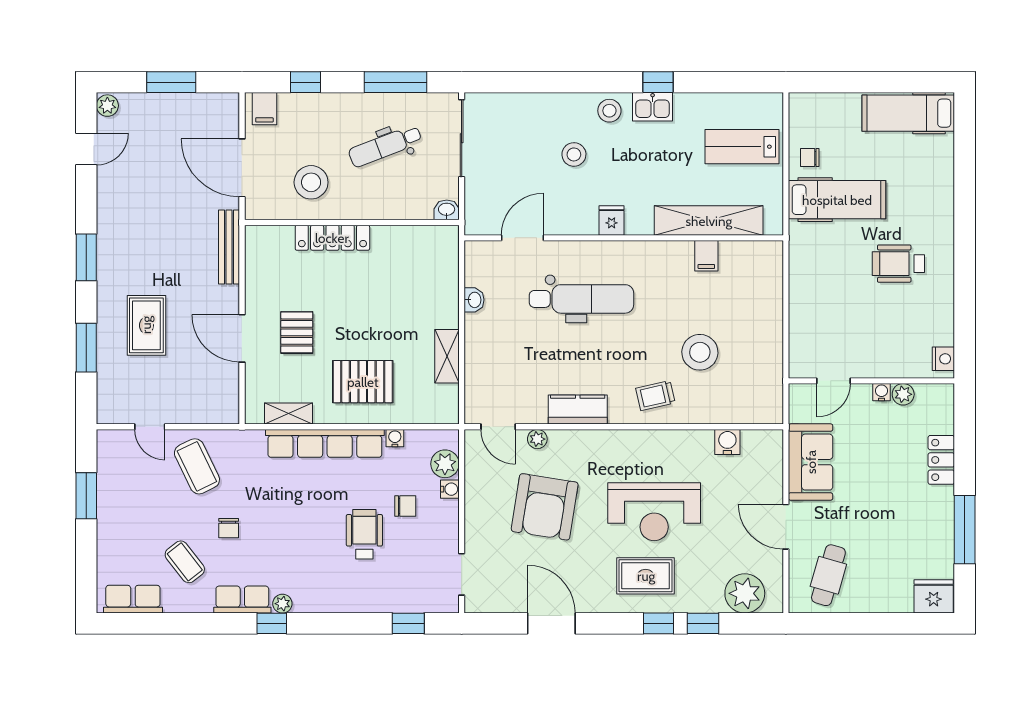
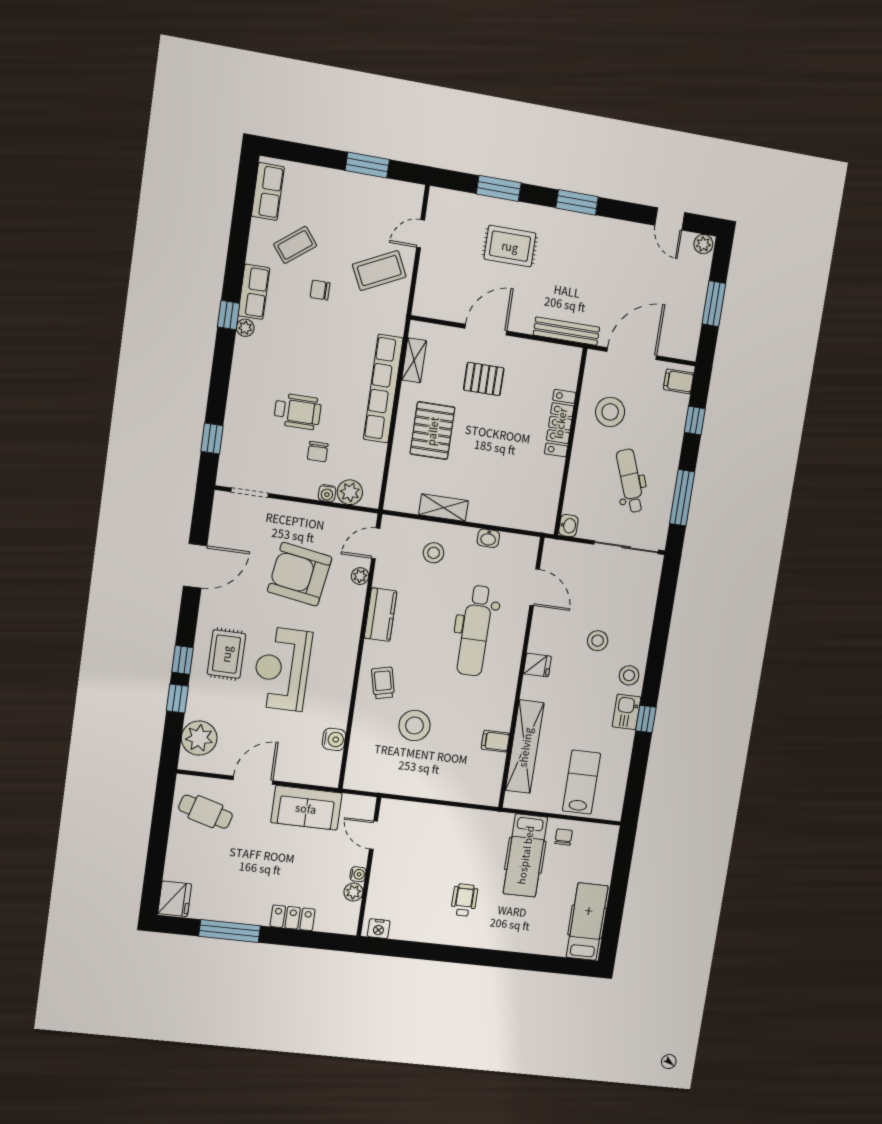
wheelchair: (898, 264) -> (464, 900), width x0.73, depth x0.73
stool: (499, 360) -> (434, 553), added
water cooler: (395, 438) -> (379, 451), removed

